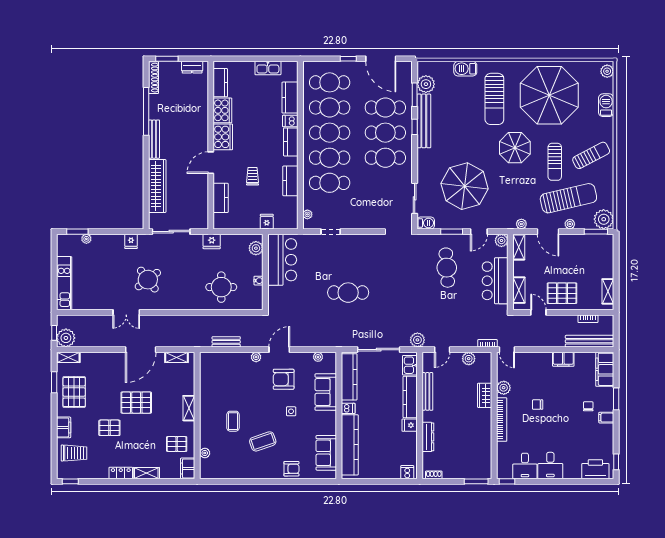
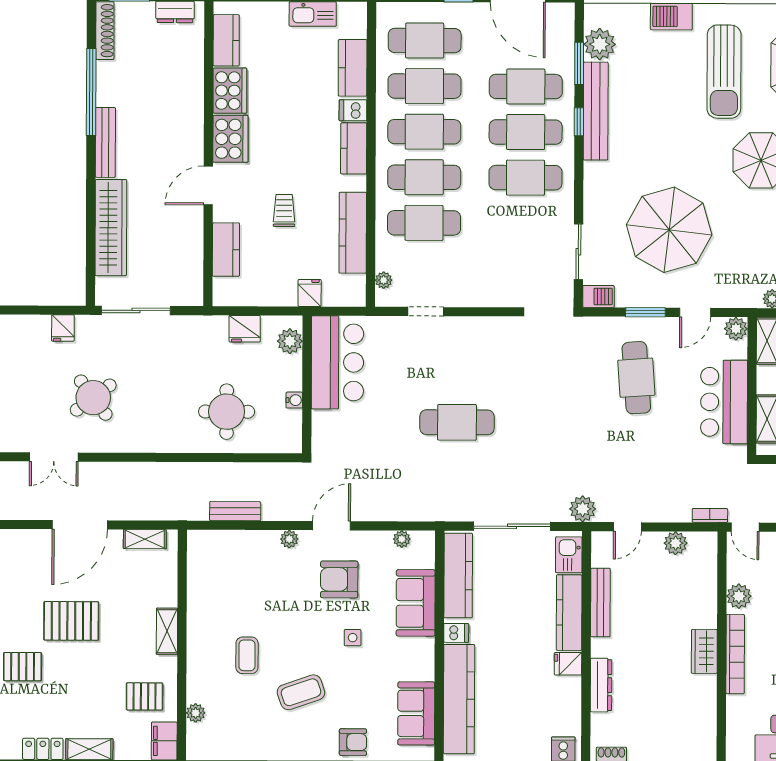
kitchen counter: (290, 181) -> (353, 233), width x1.50
fridge: (212, 241) -> (245, 329), moved
wardrobe: (485, 395) -> (704, 651), moved

